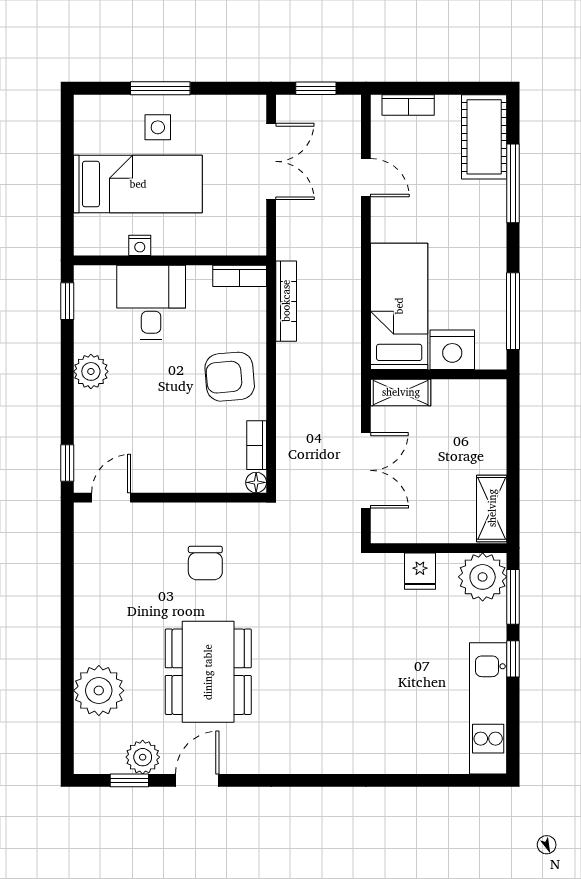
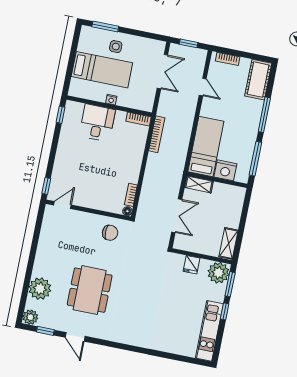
window: (160, 88) -> (105, 27), moved
window: (513, 183) -> (264, 115), moved
nightstand: (140, 245) -> (111, 100), moved
plant: (91, 371) -> (65, 148), removed
armchair: (230, 377) -> (125, 162), removed
chair: (205, 563) -> (110, 233), moved, turned -90
plant: (143, 757) -> (30, 317), moved
door: (197, 780) -> (75, 337), swing flipped

